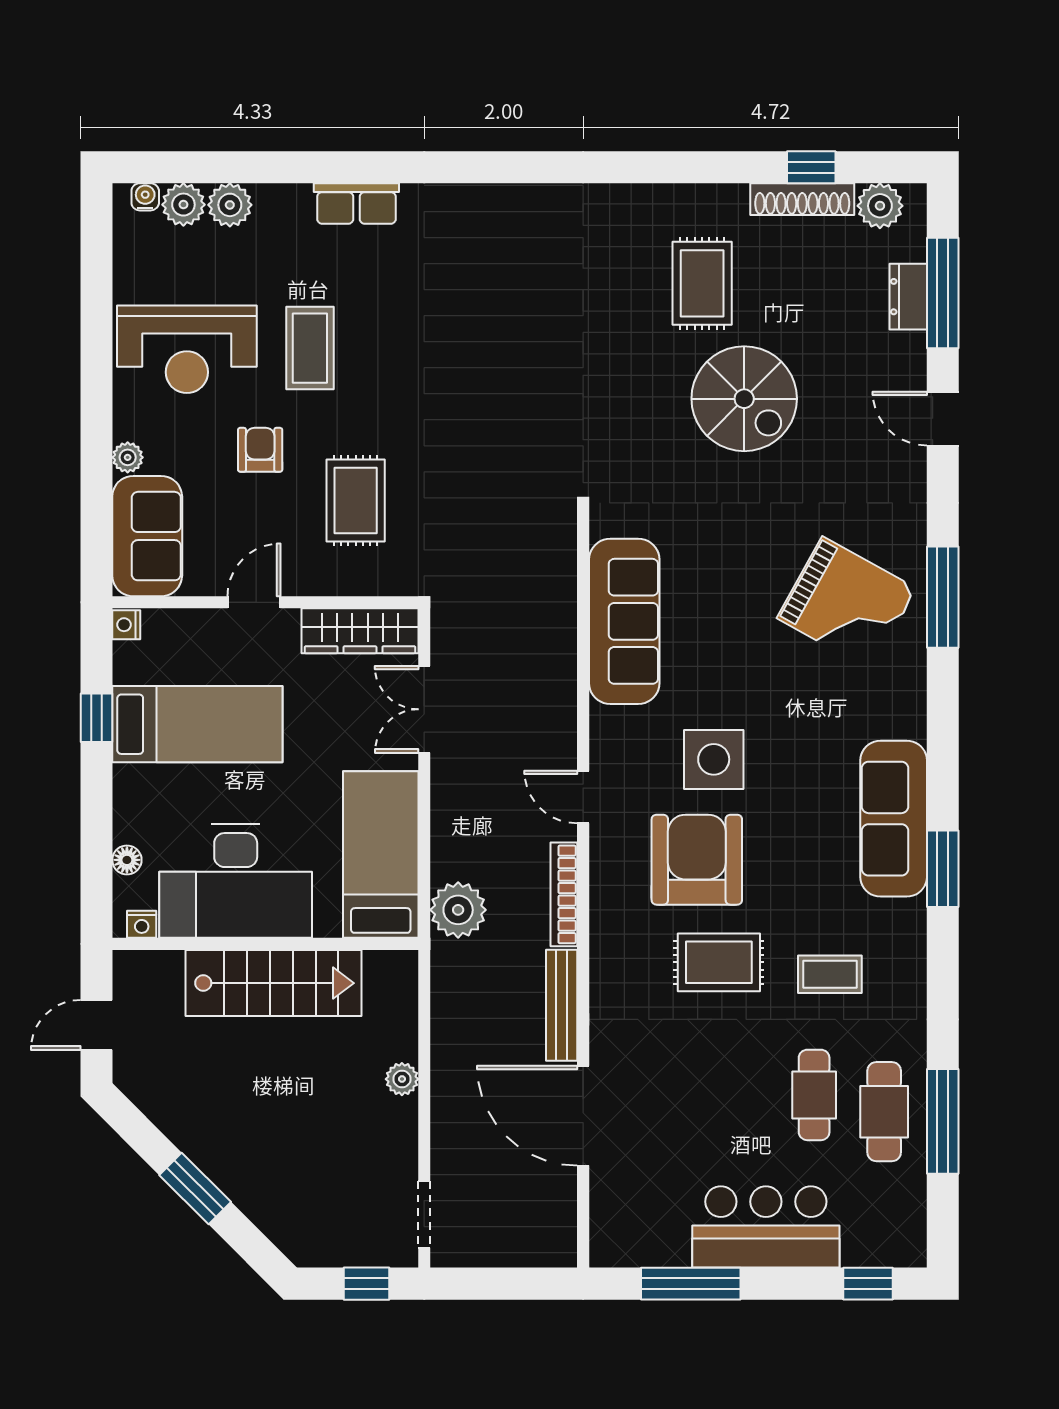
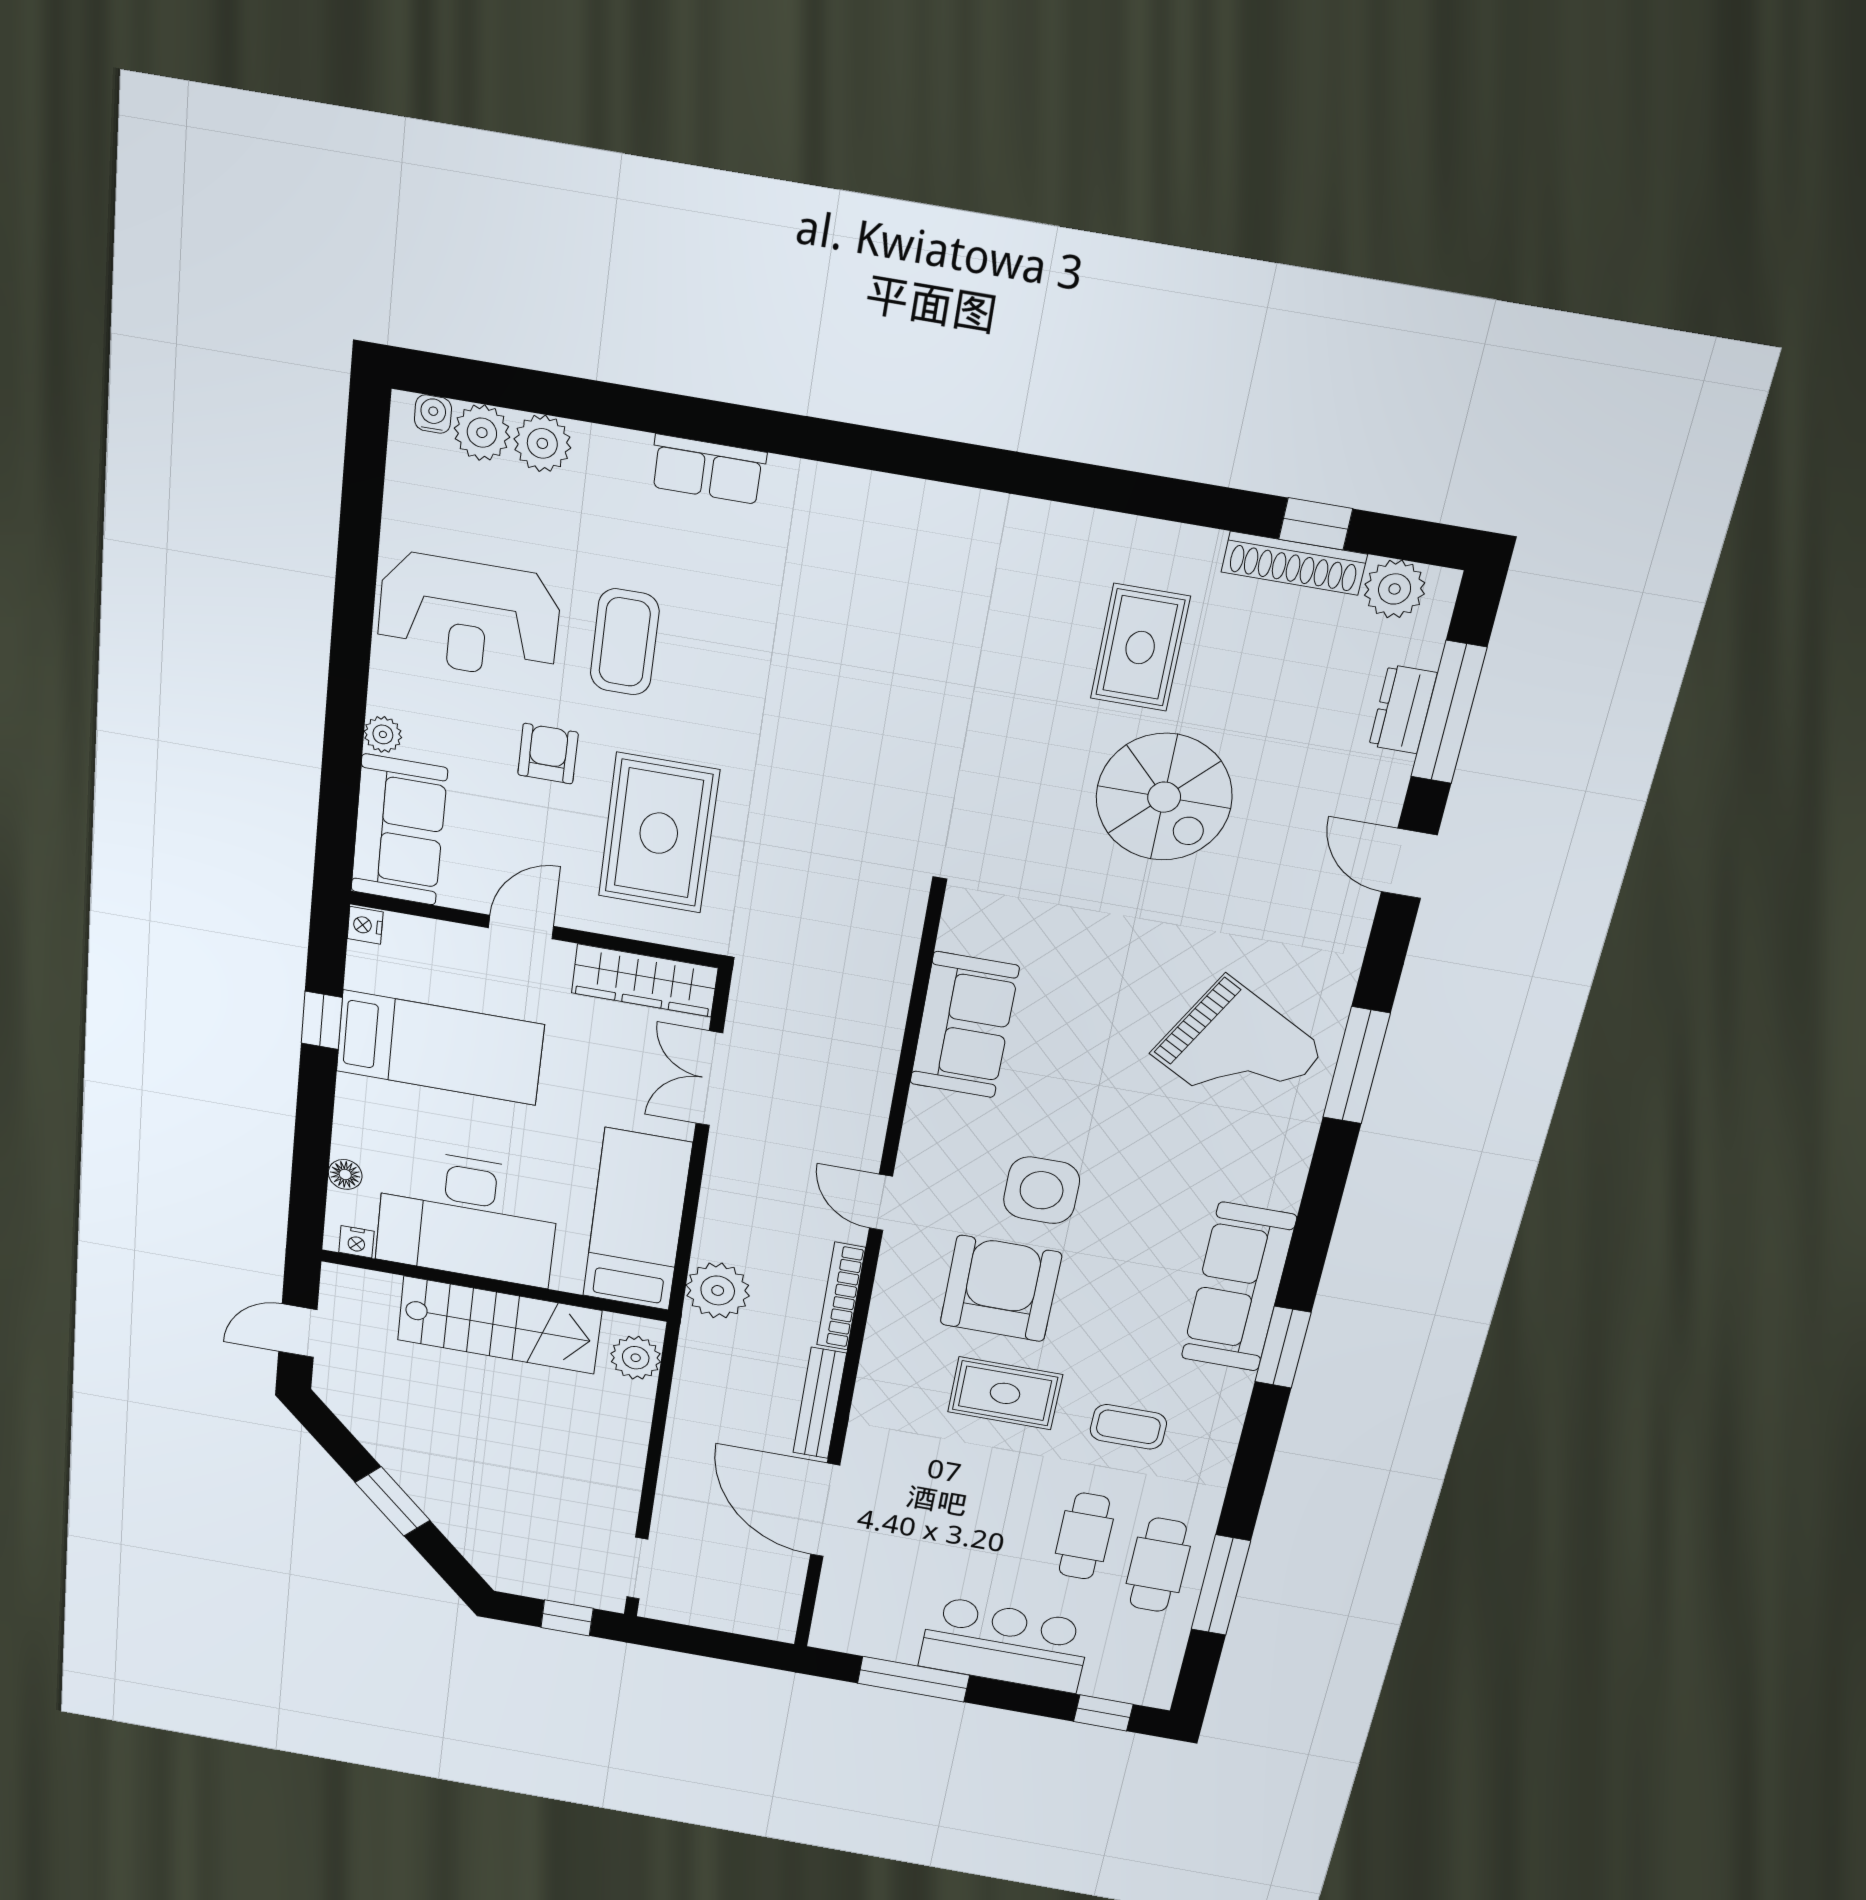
rug: (356, 501) -> (659, 833), width x1.36, depth x1.43
sofa: (624, 621) -> (964, 1025), width x0.73
plant: (402, 1079) -> (636, 1358), moved, width x1.38, depth x1.38

